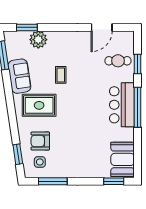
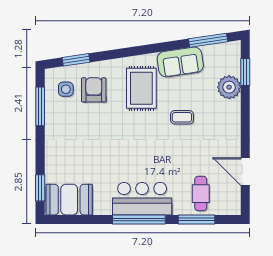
window: (137, 64) -> (196, 219), width x1.44

